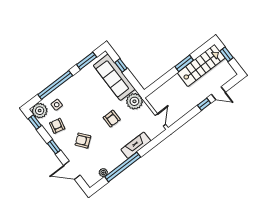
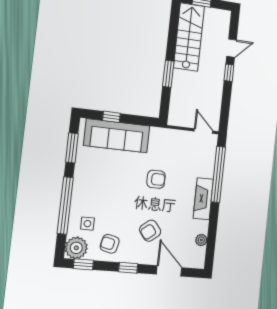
window: (184, 63) -> (168, 74), moved
plant: (134, 101) -> (161, 139), removed
fireplace: (136, 145) -> (203, 199), moved
window: (123, 167) -> (218, 174), moved
door: (72, 170) -> (169, 271), swing flipped

